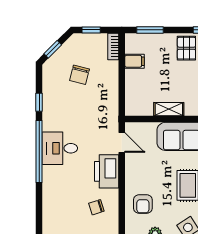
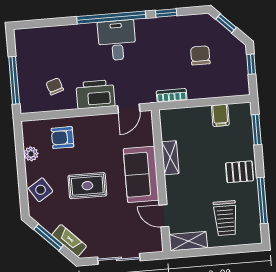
bookcase: (113, 47) -> (172, 95), moved
chair: (79, 75) -> (200, 55), turned 76

